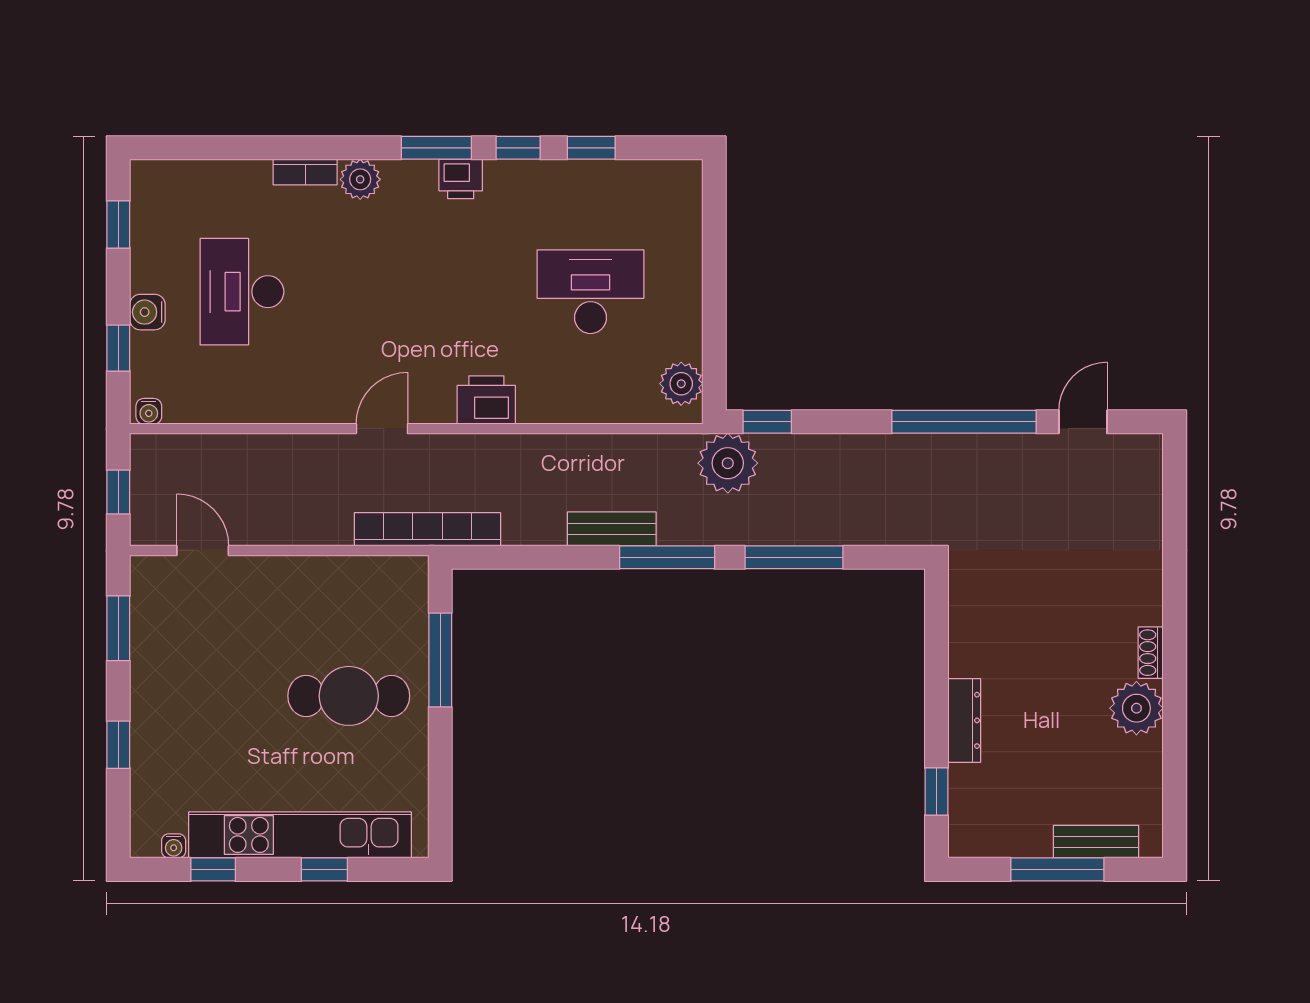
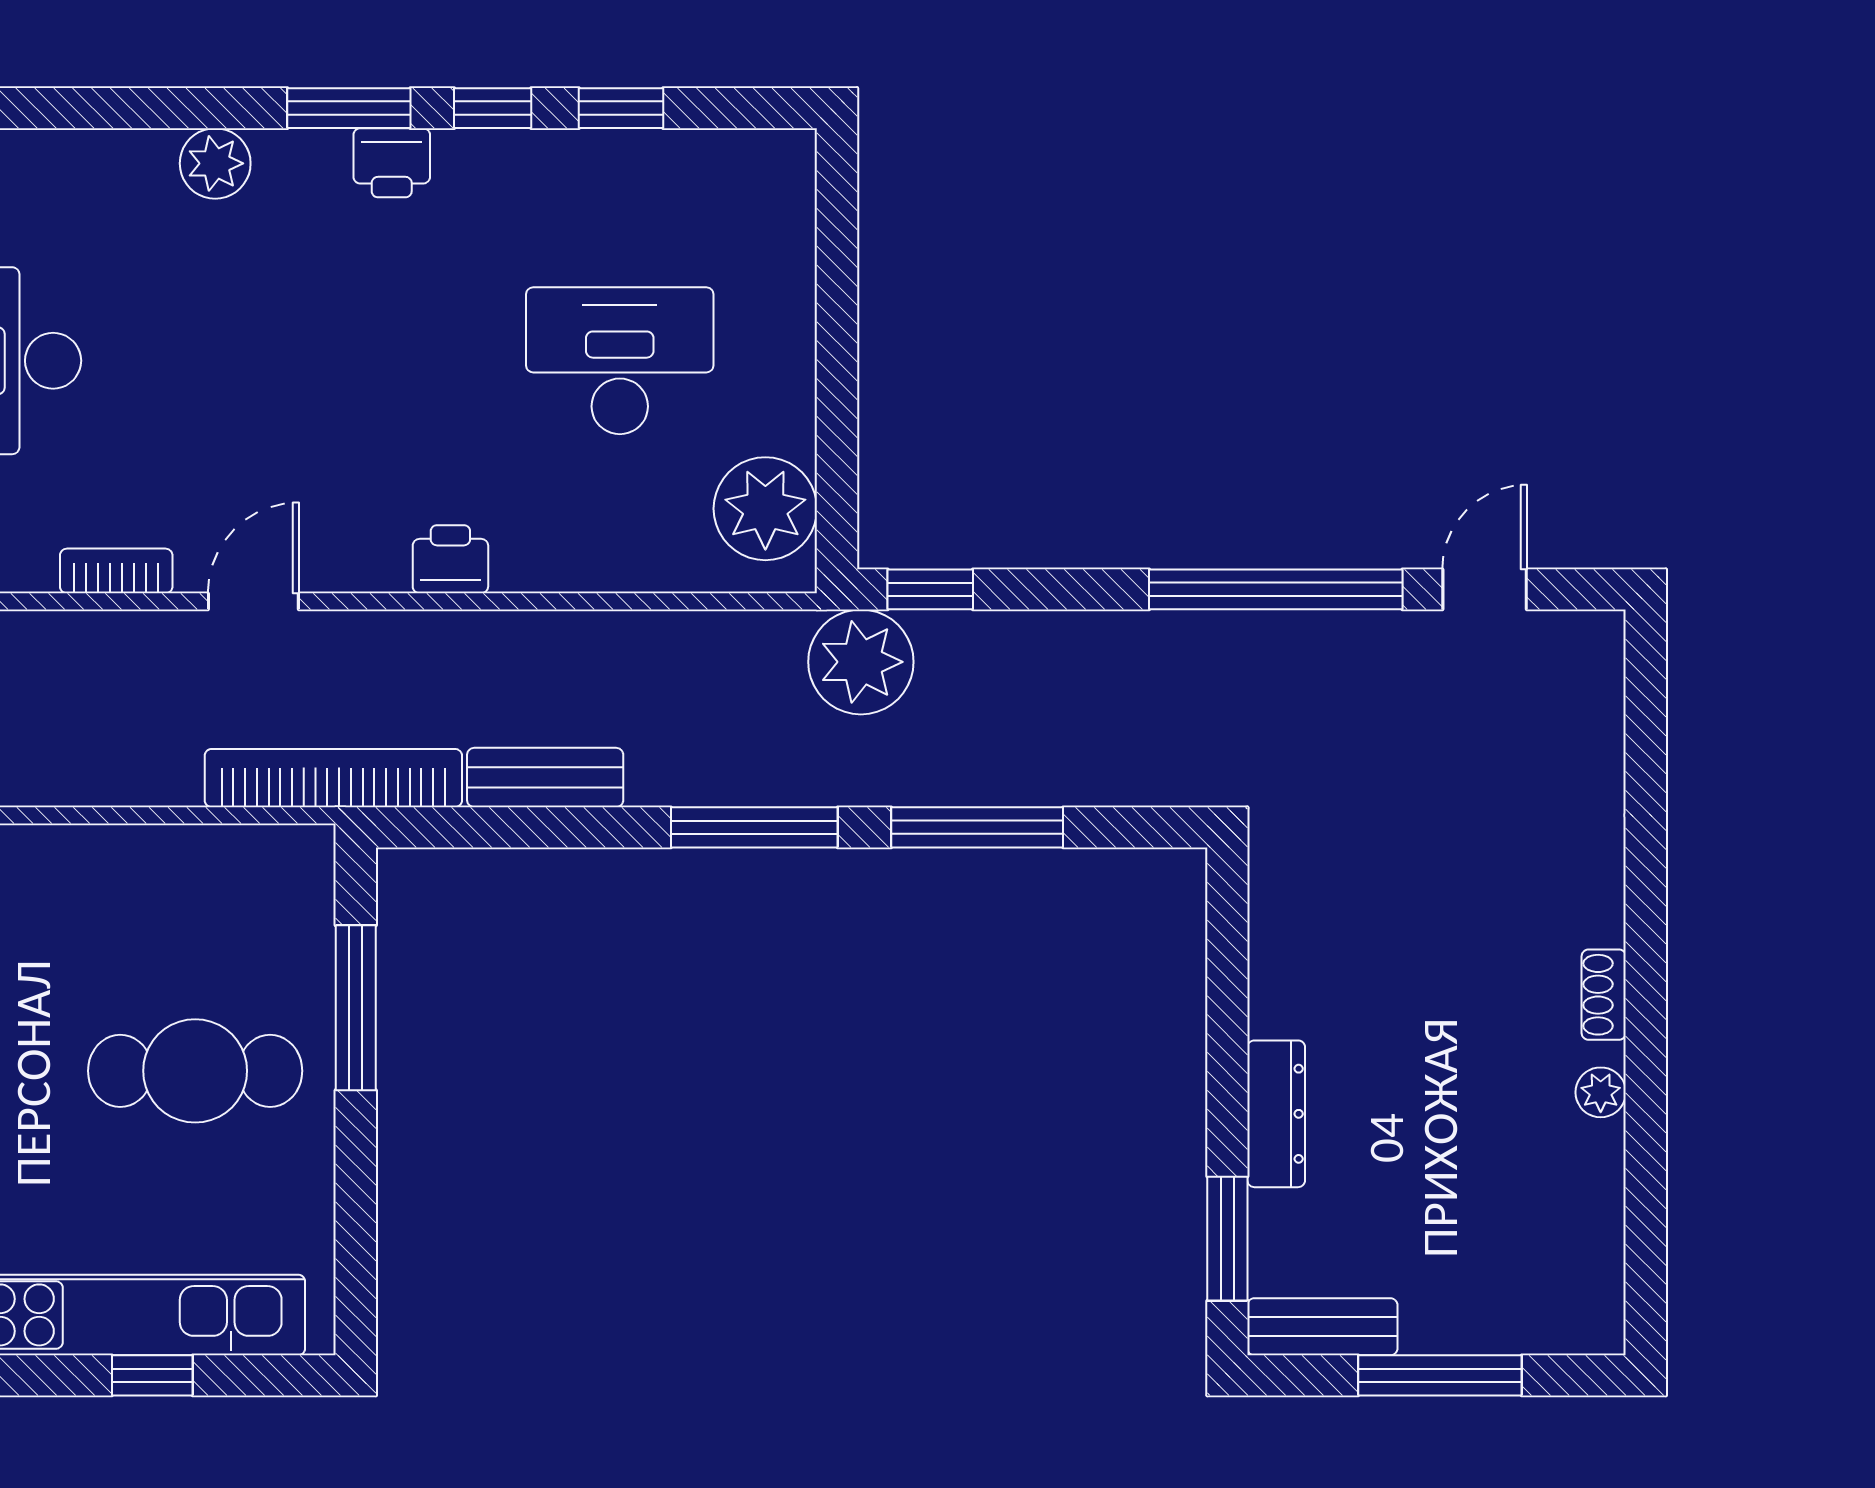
bookcase: (305, 172) -> (116, 571), moved, turned 180
plant: (681, 384) -> (765, 509), width x1.36, depth x1.36
printer: (486, 400) -> (450, 559), width x0.73, depth x0.81
bench: (612, 529) -> (545, 777), moved
plant: (1136, 708) -> (1601, 1092), width x0.53, depth x0.53
window: (936, 791) -> (1227, 1239), width x1.50
bench: (1096, 842) -> (1322, 1327), moved

